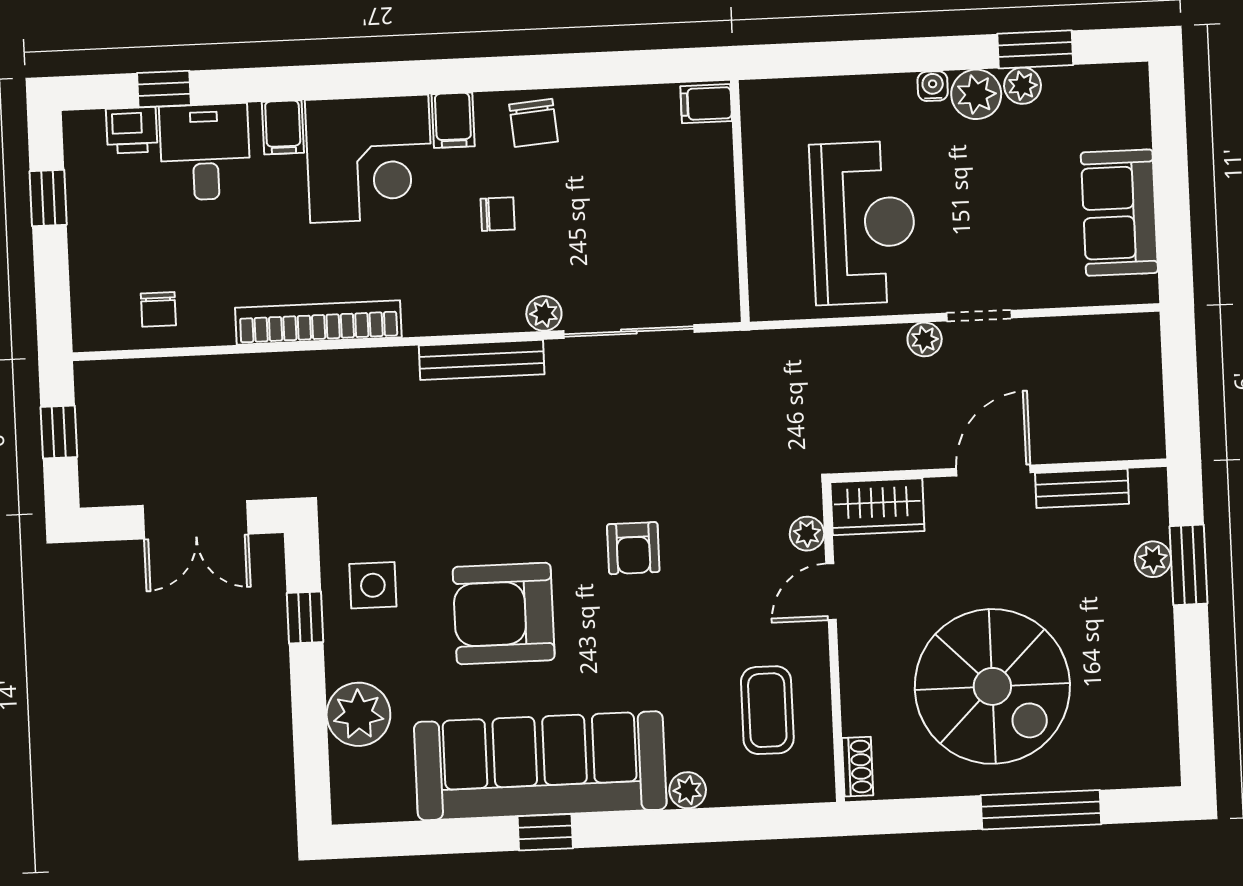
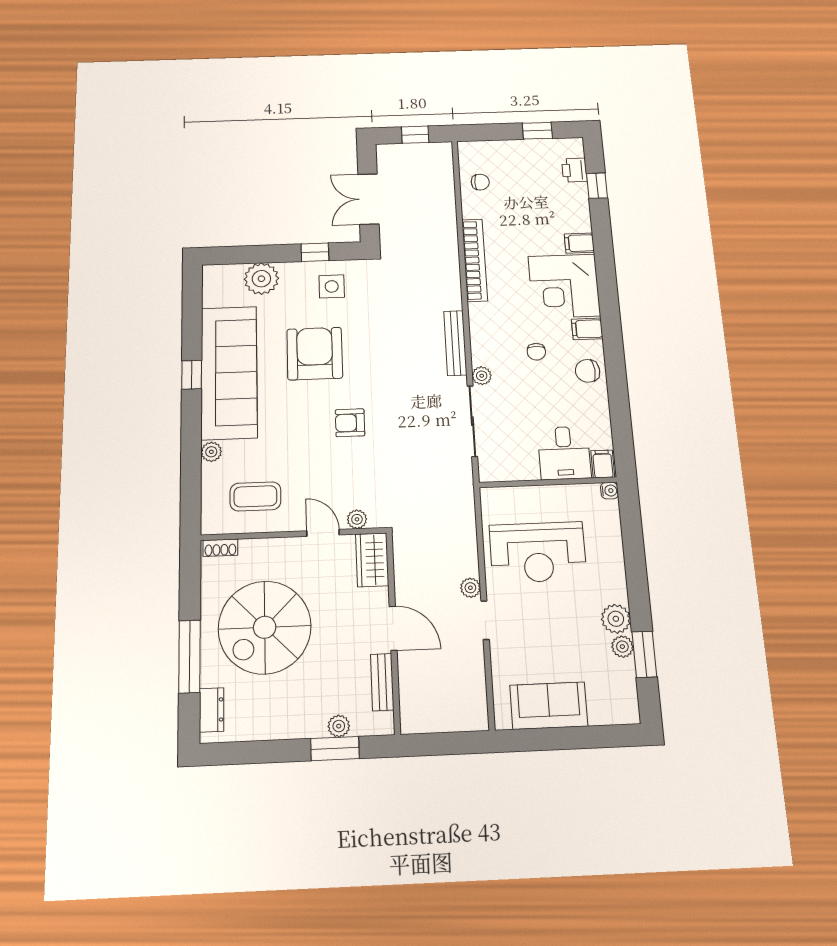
water cooler: (933, 86) -> (609, 491), moved
desk: (205, 152) -> (564, 453), moved, turned 90
chair: (158, 309) -> (480, 182), turned 180
dresser: (1127, 769) -> (212, 710), added

